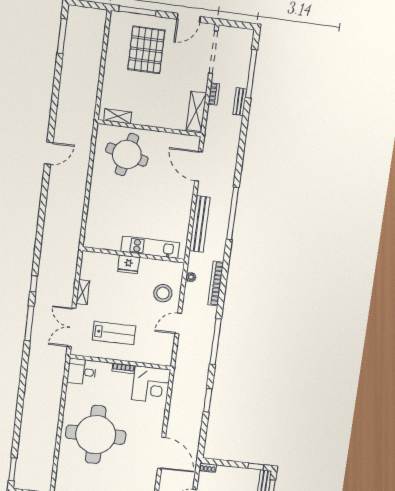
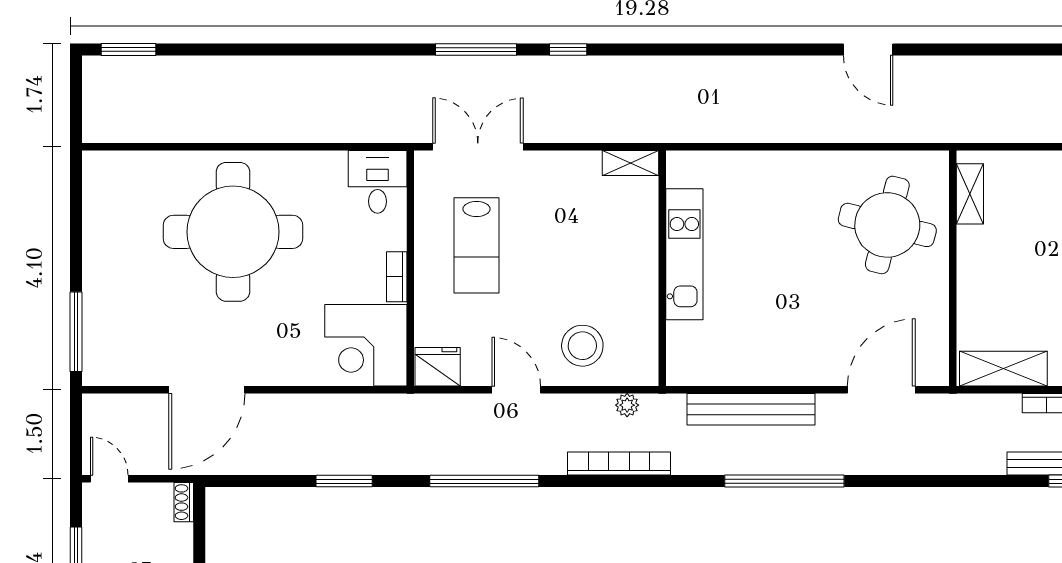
kitchen unit: (150, 247) -> (684, 254), moved
fridge: (128, 264) -> (438, 367), moved, turned 90
shelving: (83, 292) -> (631, 163), moved

